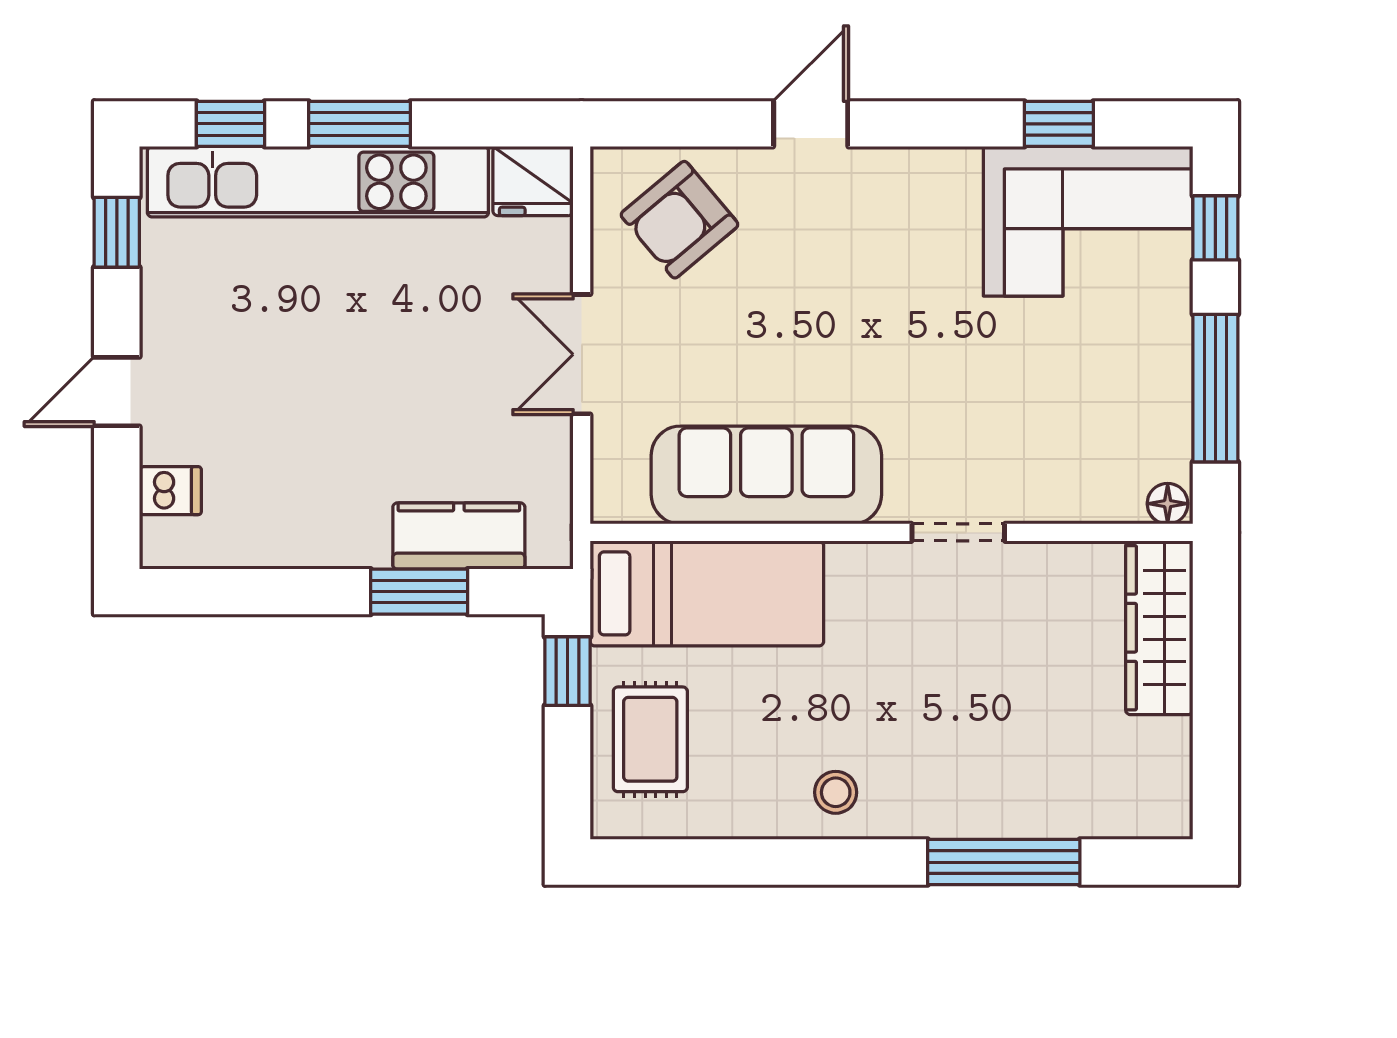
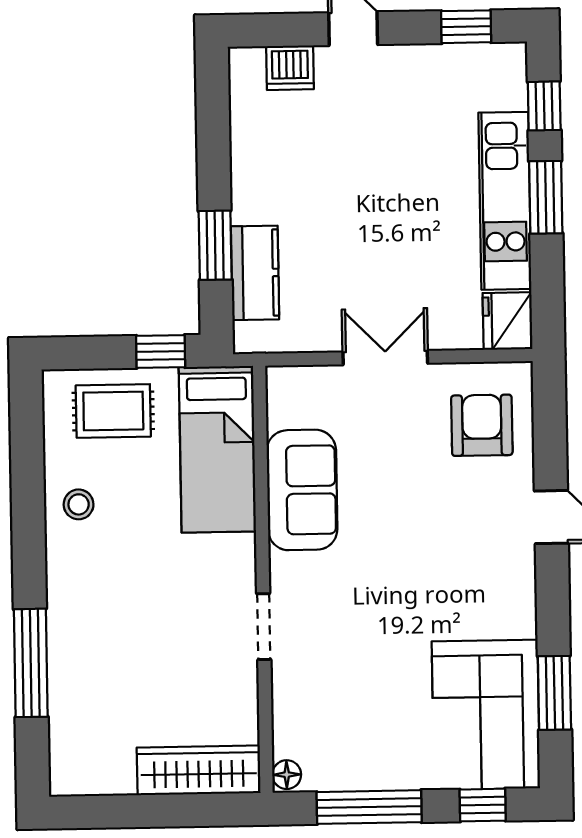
window: (1059, 124) -> (554, 693), width x1.50
kitchen unit: (318, 182) -> (505, 201), width x0.73
armchair: (680, 220) -> (482, 425), turned 40
sofa: (766, 475) -> (302, 490), width x0.73
dishwasher: (170, 491) -> (290, 68), width x1.38
stool: (836, 792) -> (79, 504), moved

